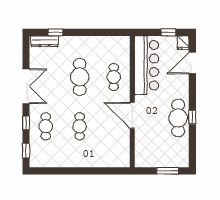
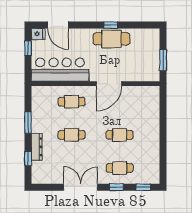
window: (92, 32) -> (28, 123), added
dresser: (45, 41) -> (37, 147), moved
cafe table: (80, 77) -> (72, 135), width x0.73, depth x0.74
window: (168, 171) -> (163, 60), moved

